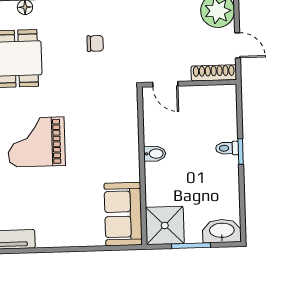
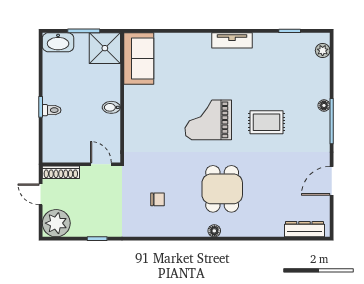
chair: (95, 43) -> (158, 199), turned 180
grand piano: (36, 142) -> (208, 120), turned 180

